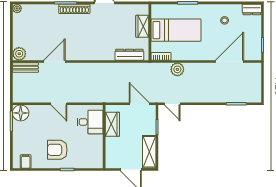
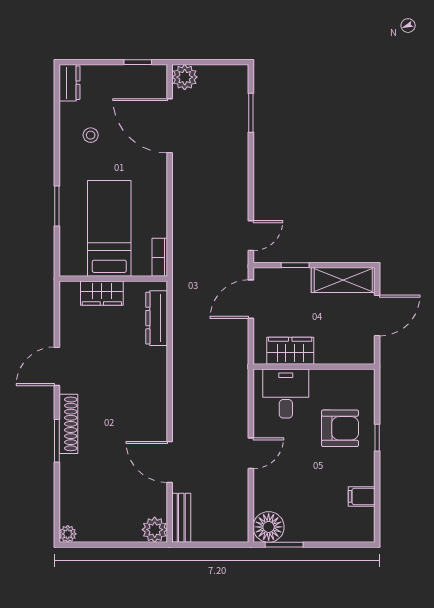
plant: (177, 69) -> (185, 77), moved
armchair: (57, 150) -> (340, 428), moved, turned -90
filing cabinet: (26, 161) -> (362, 496), moved

